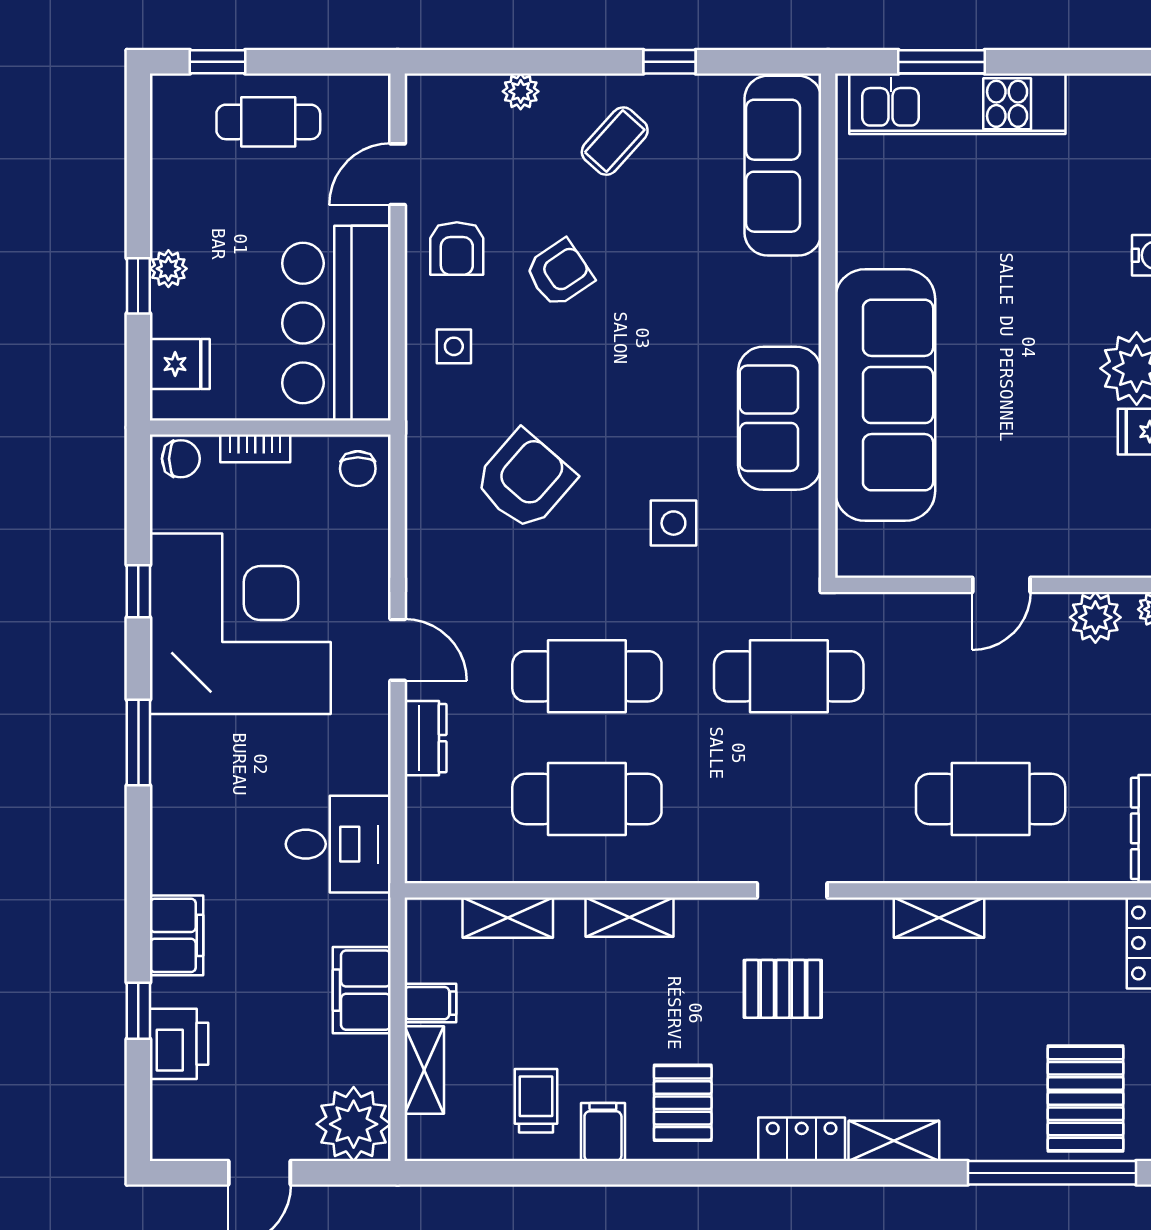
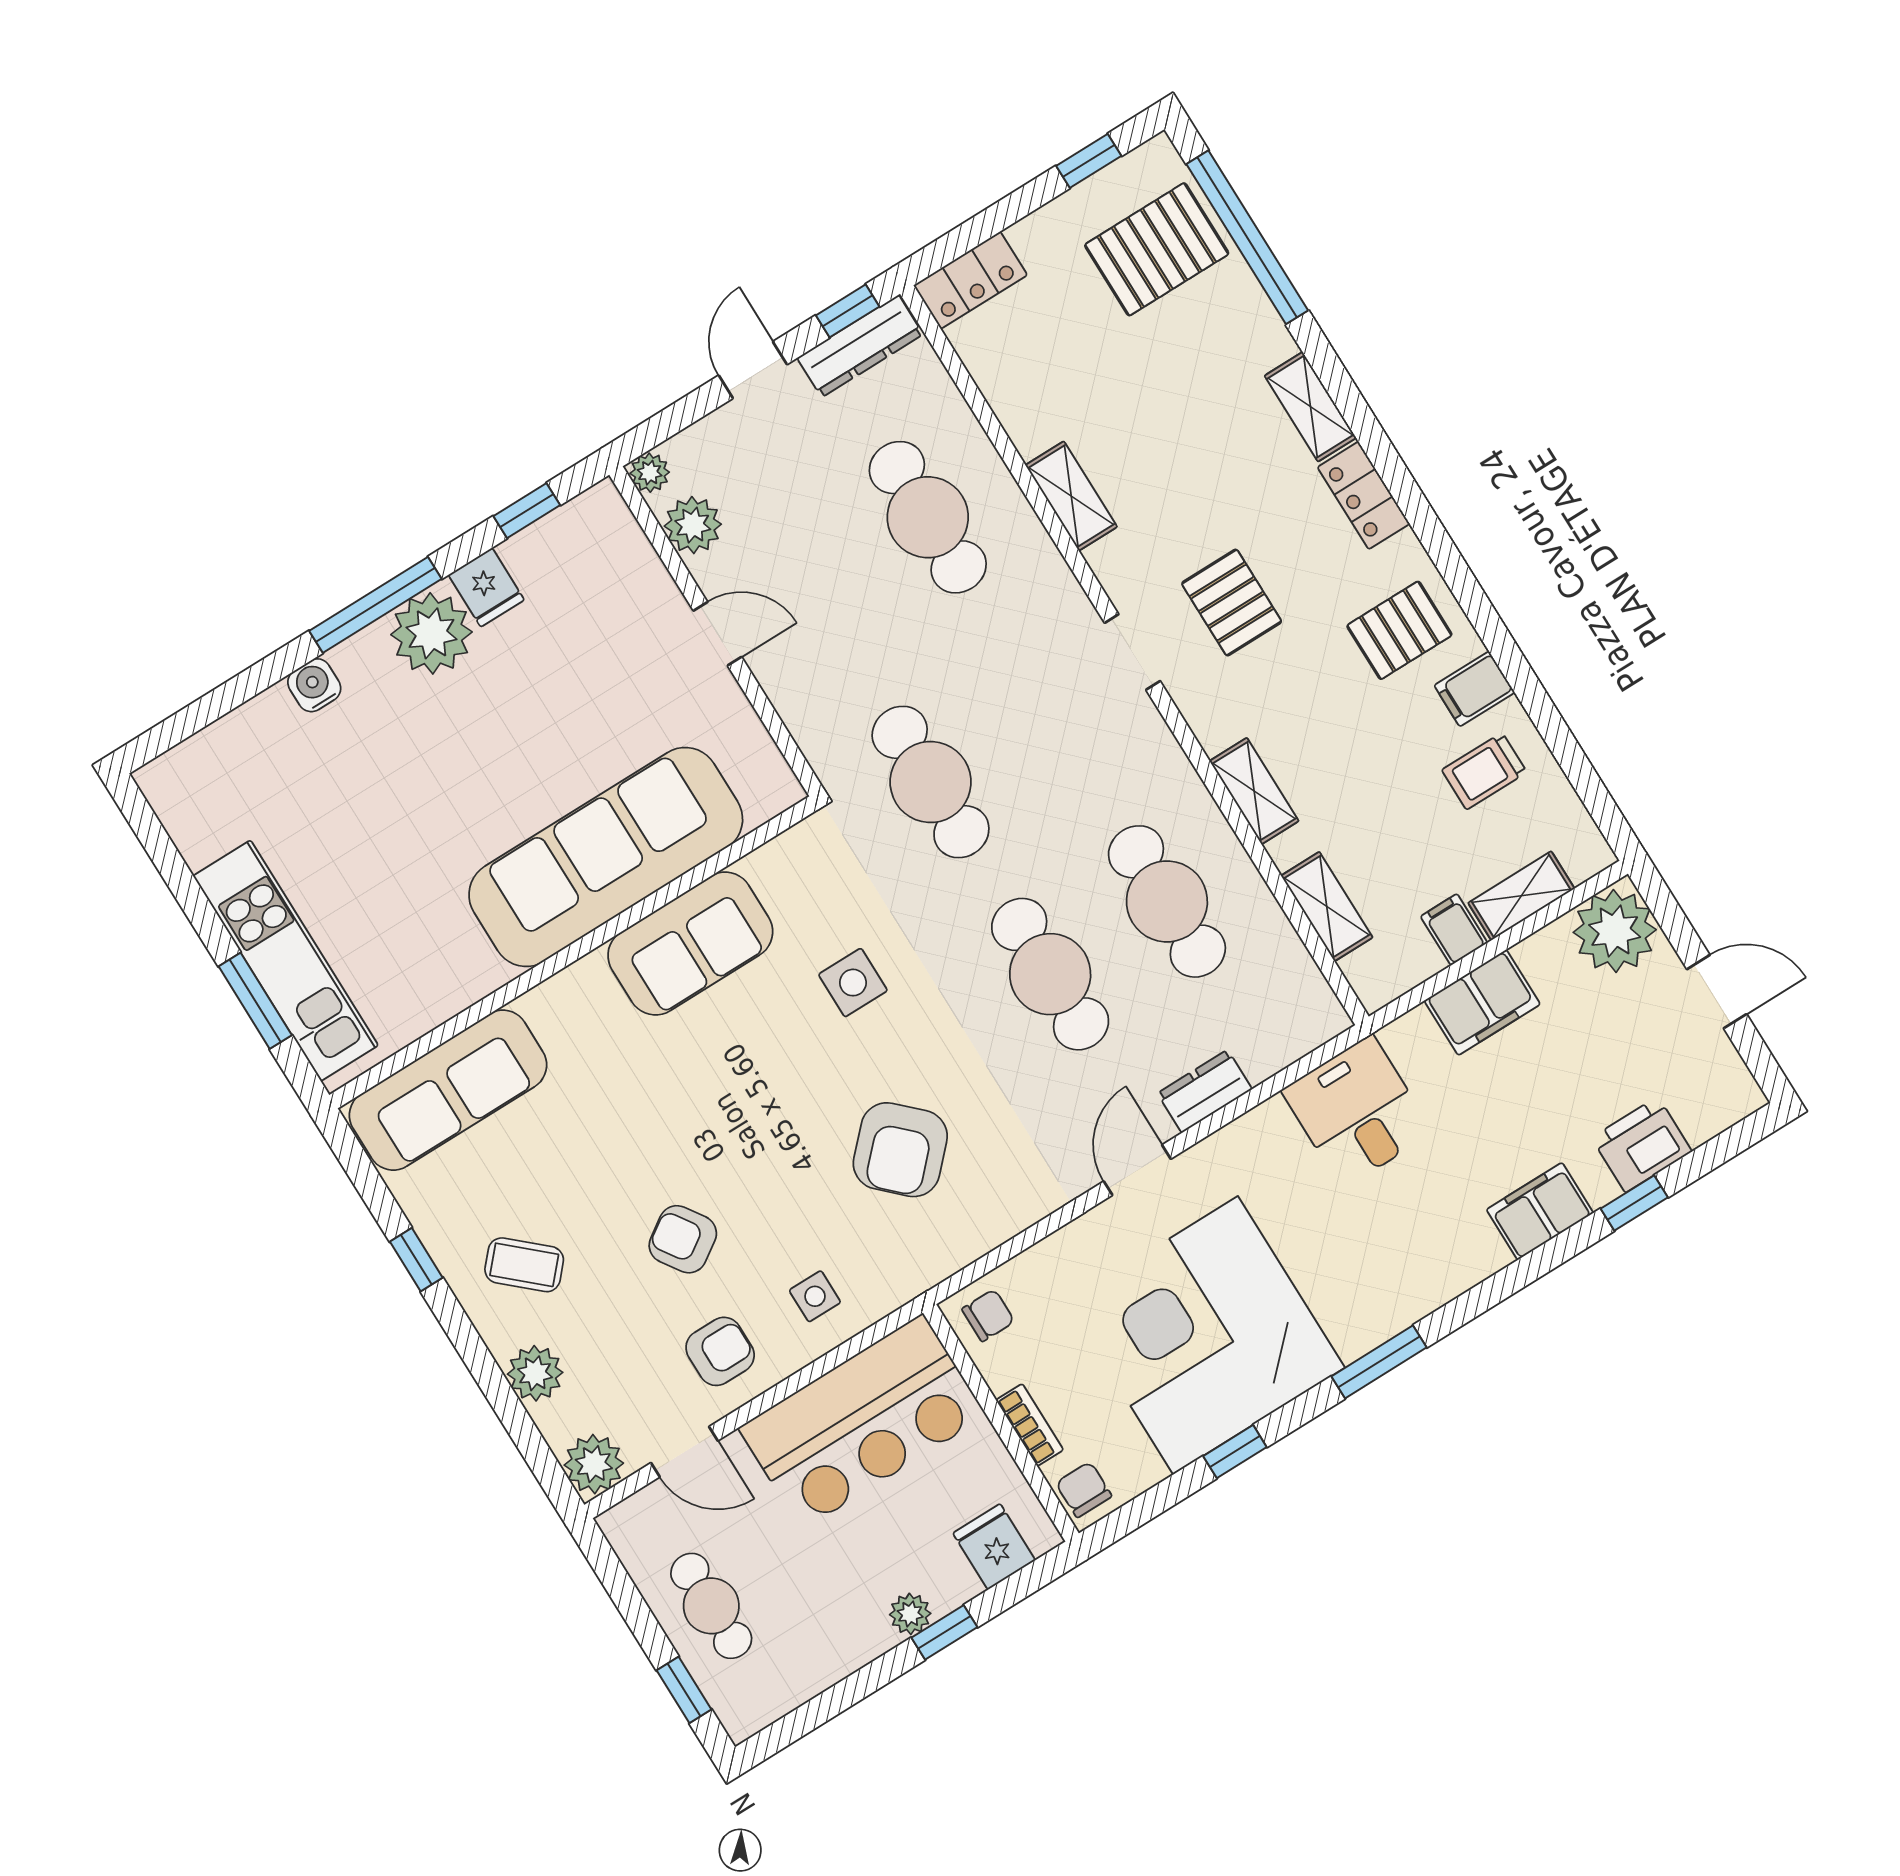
plant: (521, 91) -> (535, 1373), width x1.38, depth x1.38
plant: (431, 100) -> (594, 1464), added
armchair: (525, 480) -> (900, 1150), turned -87

